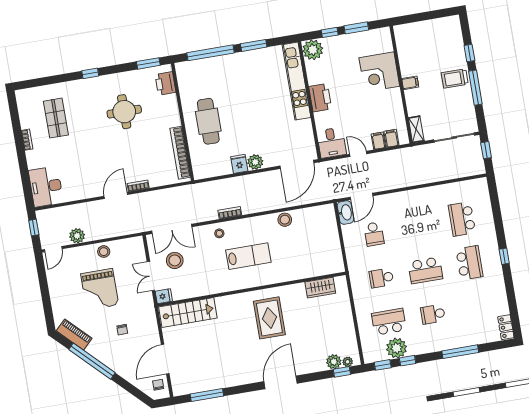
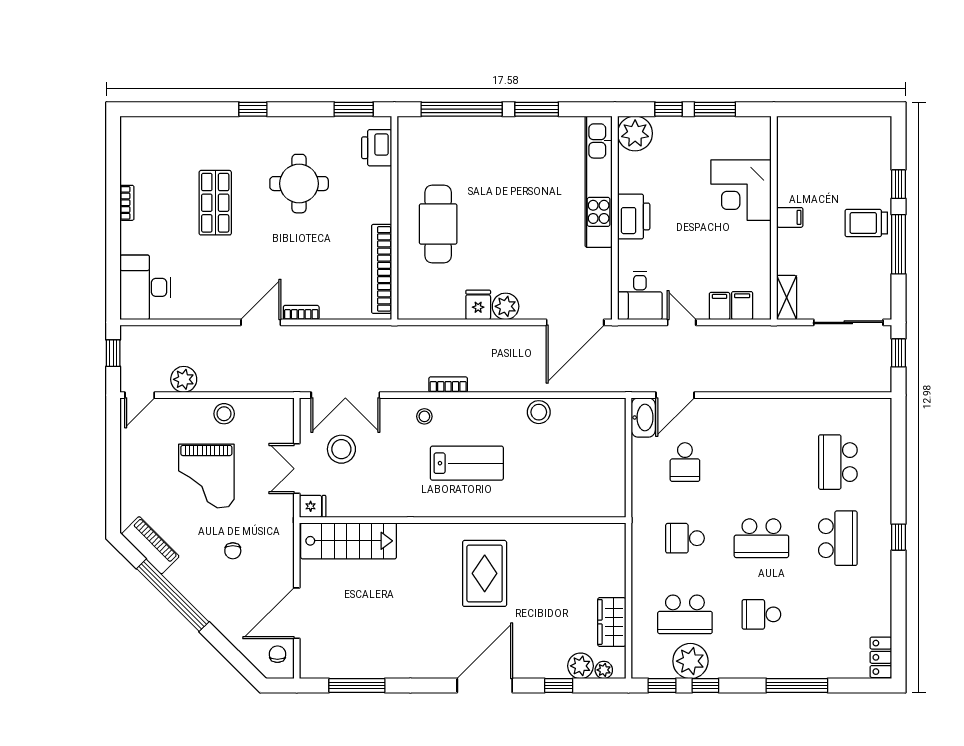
shop shelf: (56, 118) -> (215, 203), moved
wardrobe: (320, 288) -> (612, 622), moved, turned 90
school desk: (389, 322) -> (685, 614), turned 180
window: (342, 372) -> (559, 685), moved

